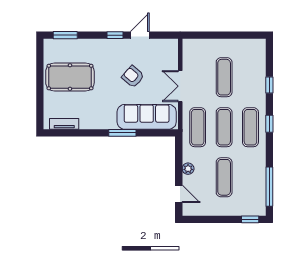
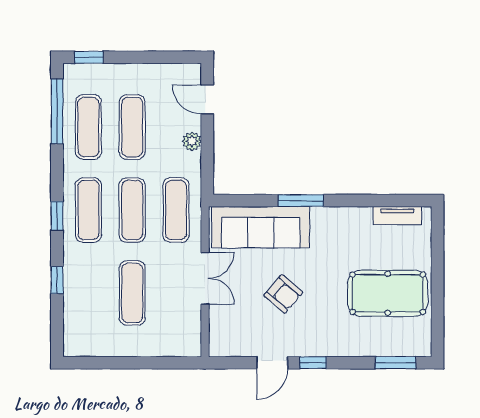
exercise mat: (250, 177) -> (88, 127), added

